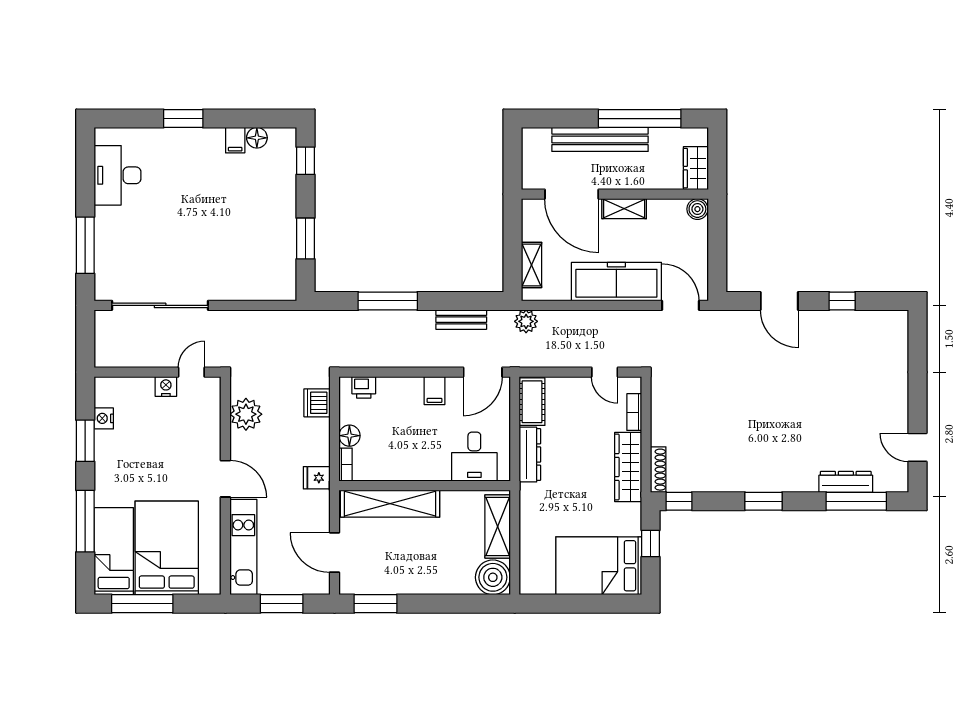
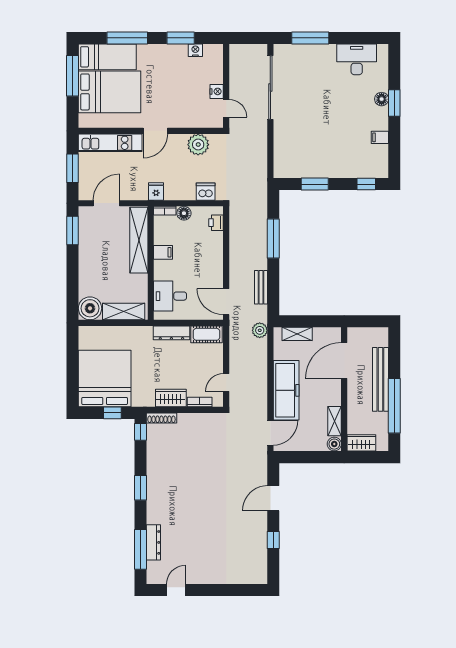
floor lamp: (257, 138) -> (382, 99), moved
shelving: (624, 209) -> (335, 421), moved
filing cabinet: (434, 391) -> (163, 252), moved, turned 180
wardrobe: (628, 467) -> (171, 398), width x0.67
bed: (599, 566) -> (105, 379), width x1.36

